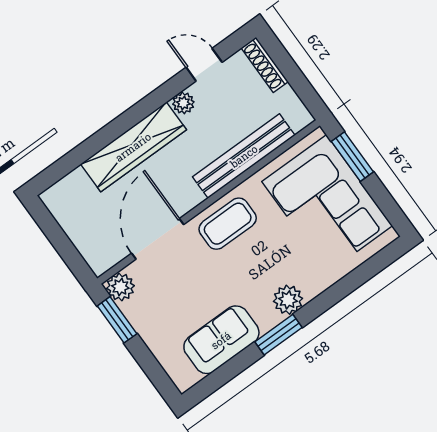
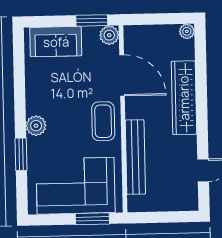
shoe rack: (265, 65) -> (179, 205), removed
plant: (183, 103) -> (187, 31), moved
window: (279, 335) -> (21, 154), moved
sofa: (221, 340) -> (56, 42), moved, turned 90

